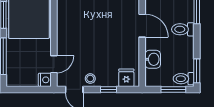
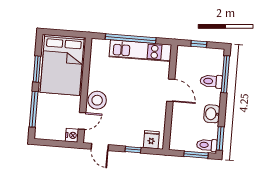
toilet: (183, 29) -> (211, 81), moved
washbasin: (153, 59) -> (212, 114), moved, turned 180
stool: (90, 79) -> (97, 100), moved, width x1.89, depth x1.89

